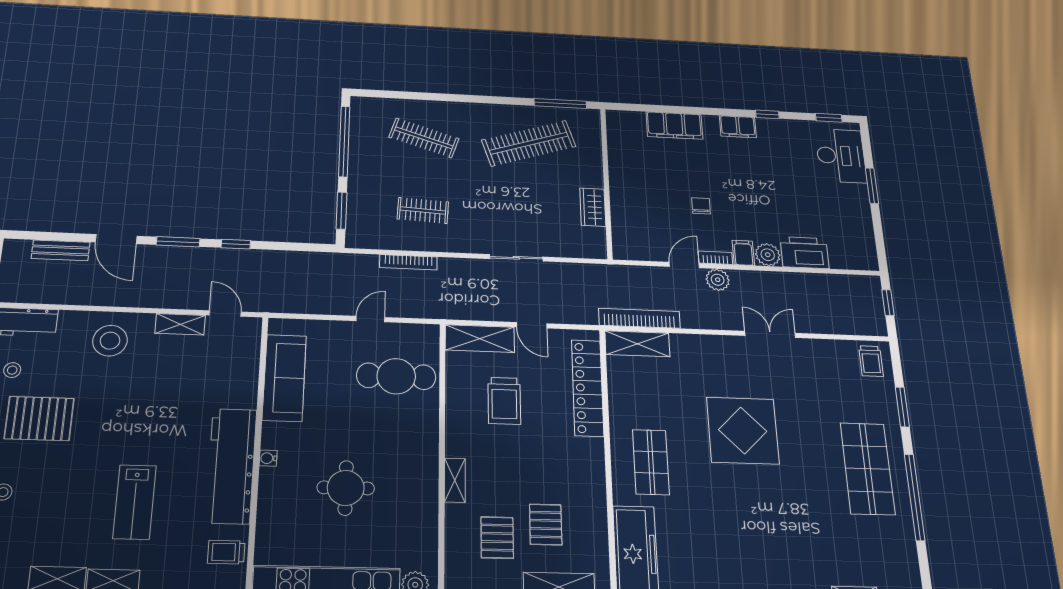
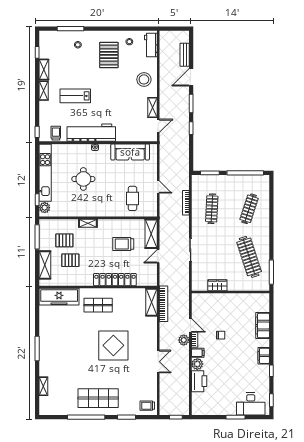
clothes rail: (423, 210) -> (212, 209), width x1.36
cafe table: (396, 376) -> (133, 198), width x0.73, depth x0.74
locker: (588, 388) -> (115, 280), moved

